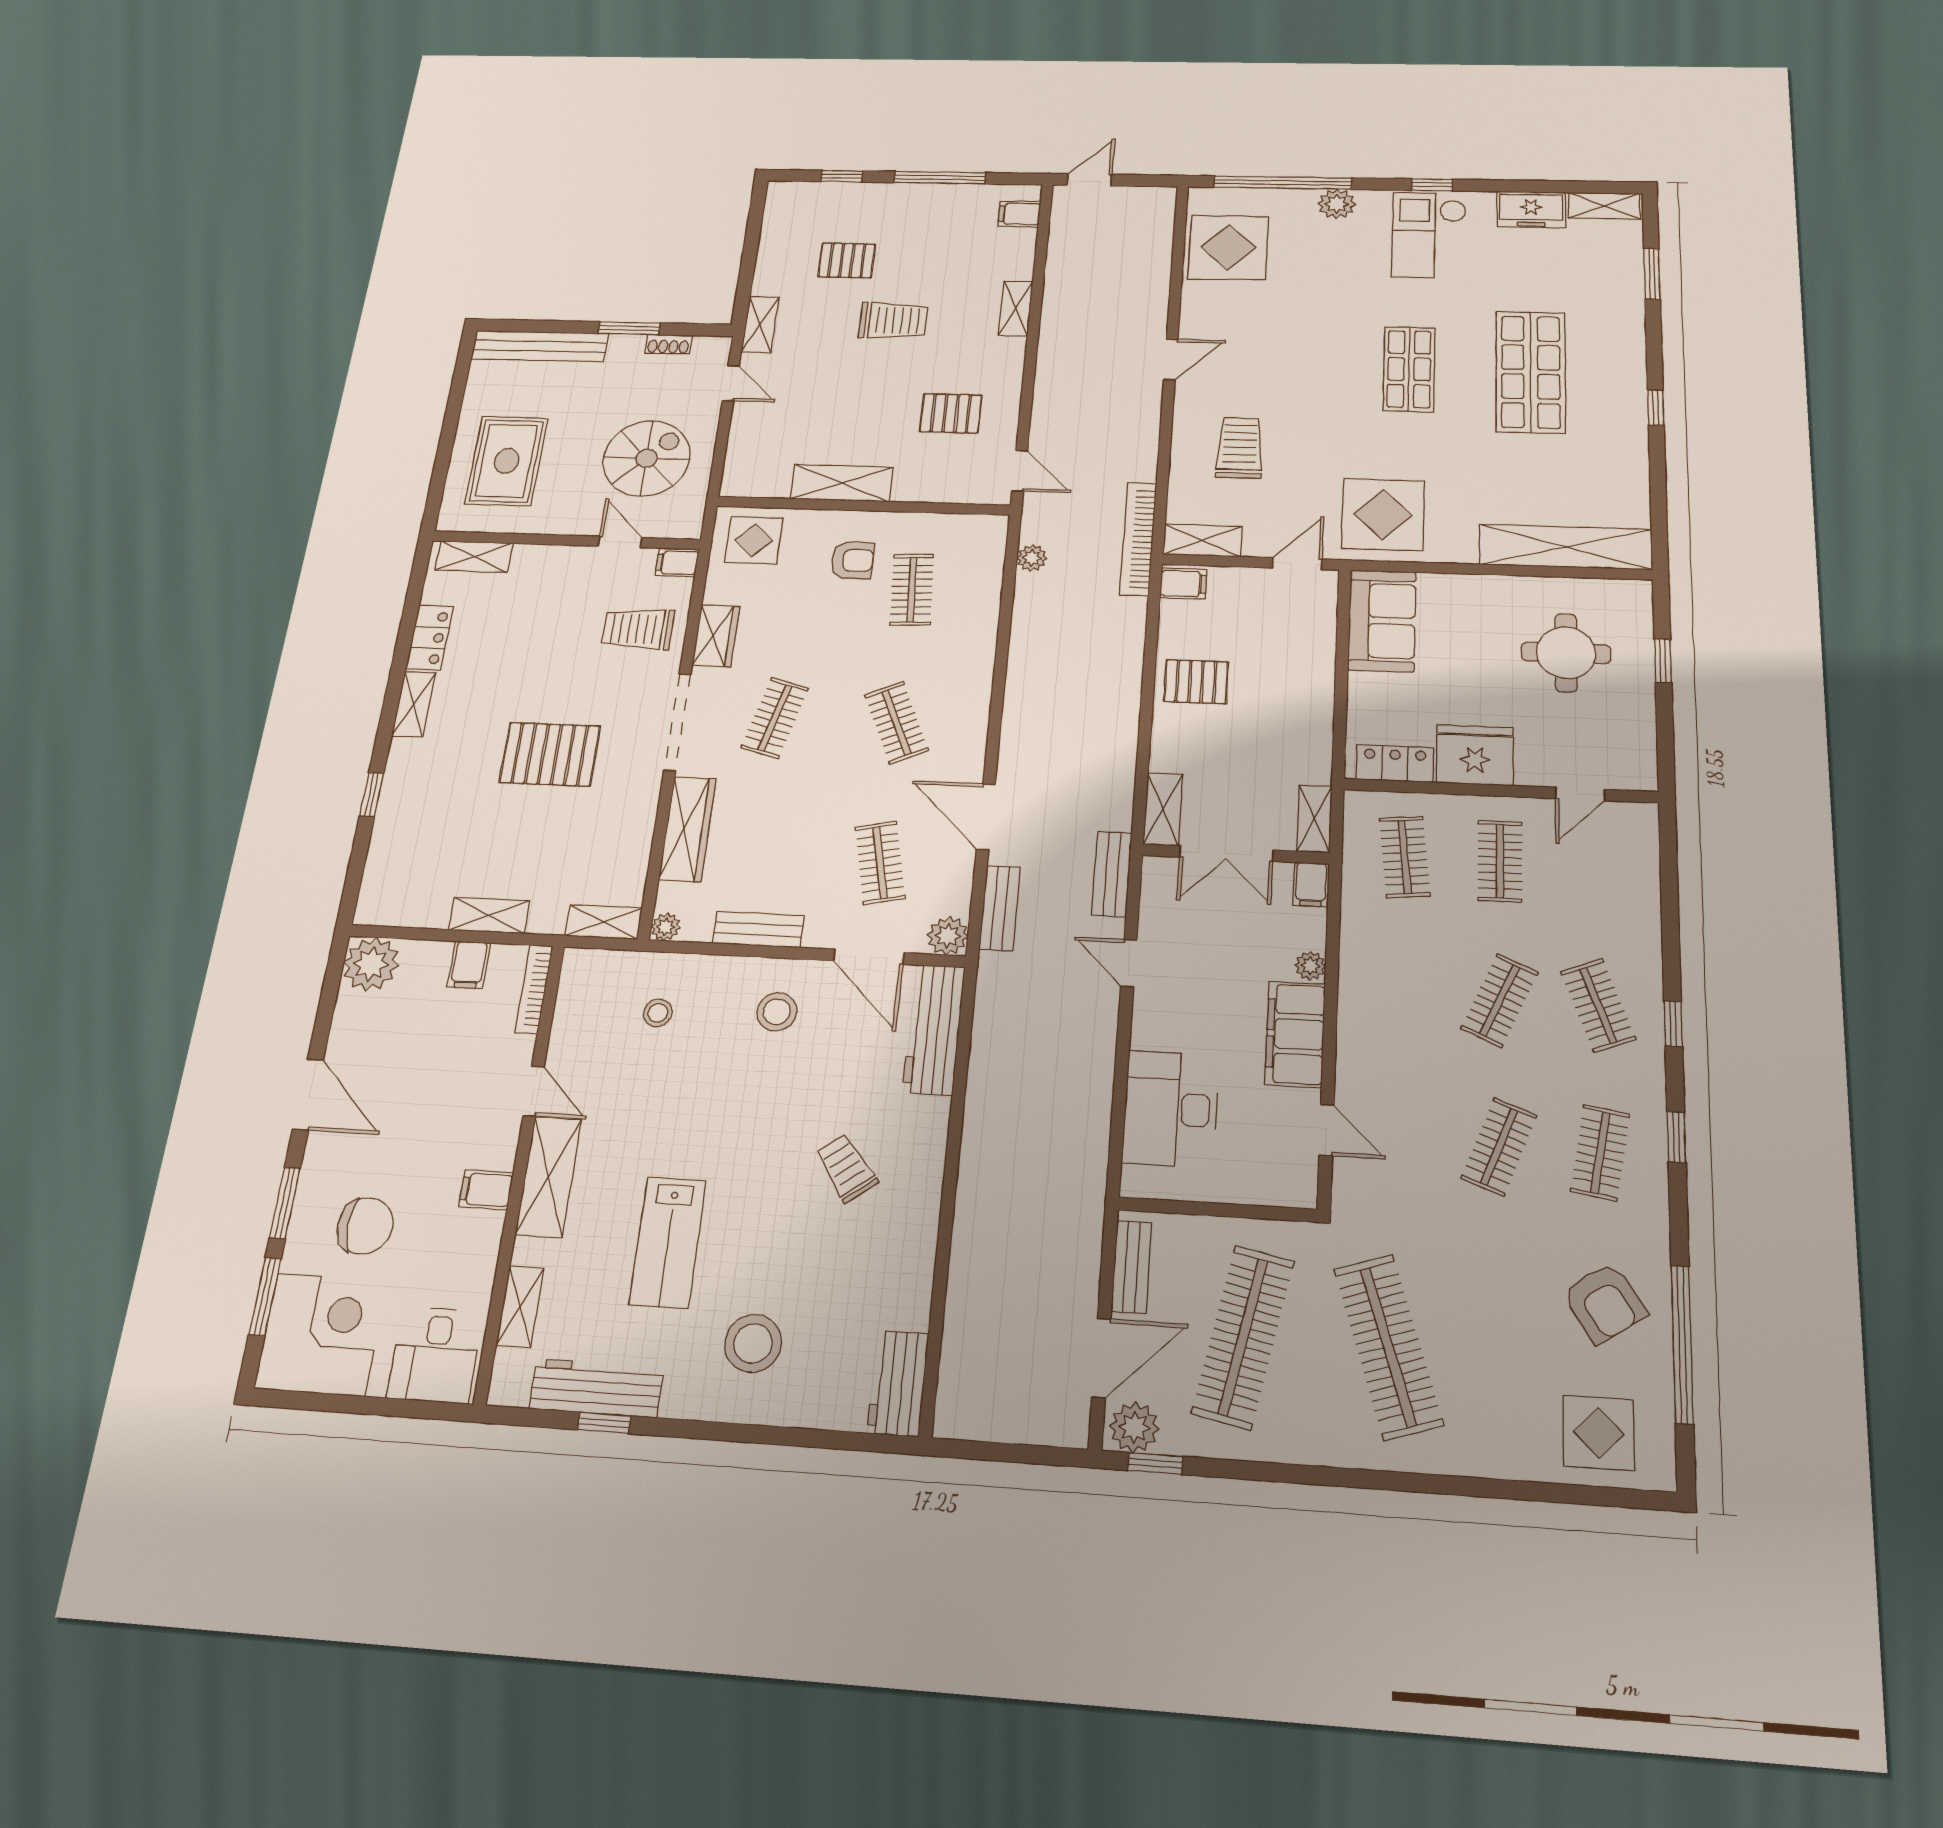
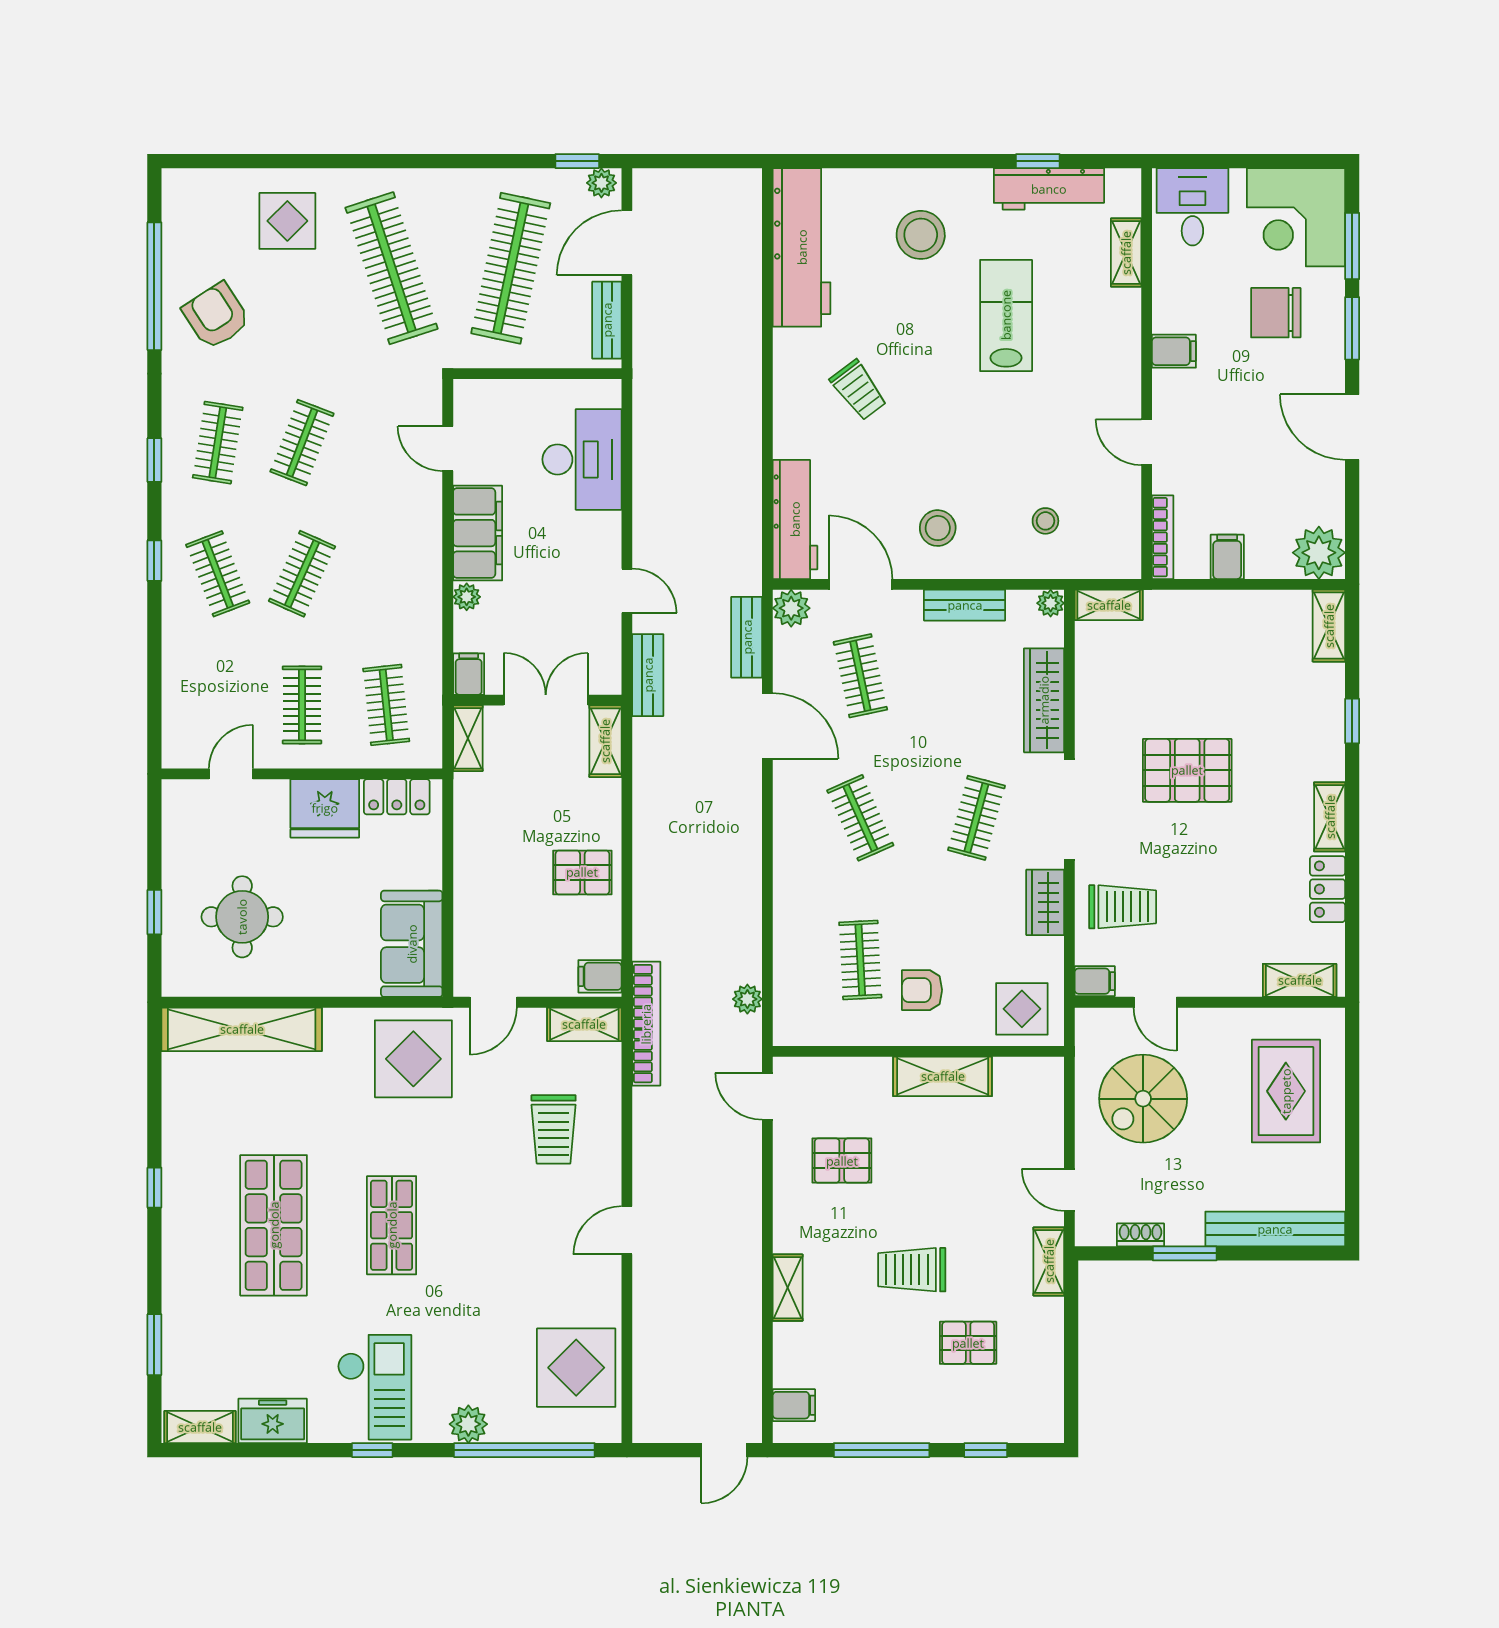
shelving: (489, 915) -> (1329, 626), moved, turned 90
shelving: (548, 1177) -> (1120, 366), removed
workbench: (898, 1383) -> (802, 247), width x1.88, depth x1.32
plant: (1134, 1427) -> (601, 183), width x0.73, depth x0.73
display table: (1599, 1433) -> (287, 221), moved

